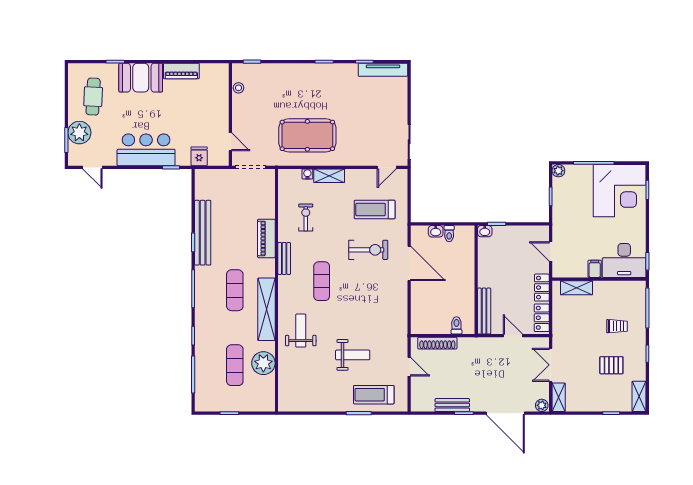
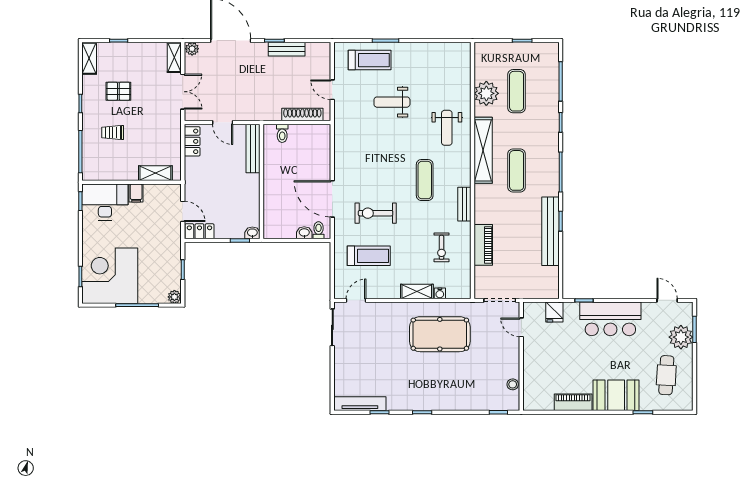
toilet: (449, 234) -> (319, 230), moved
piano: (266, 238) -> (483, 245), moved
locker: (542, 288) -> (199, 231), moved, turned -90

